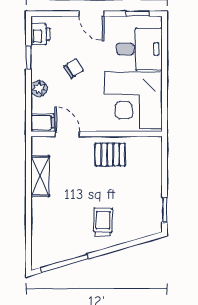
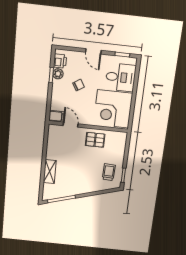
plant: (39, 89) -> (58, 74), moved
shelving: (40, 176) -> (50, 172), moved
trolley: (103, 222) -> (109, 172), moved

